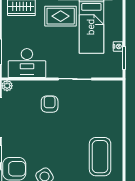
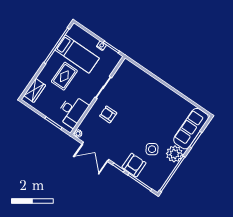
rug: (61, 16) -> (64, 76), moved
coffee table: (100, 157) -> (164, 105), removed

